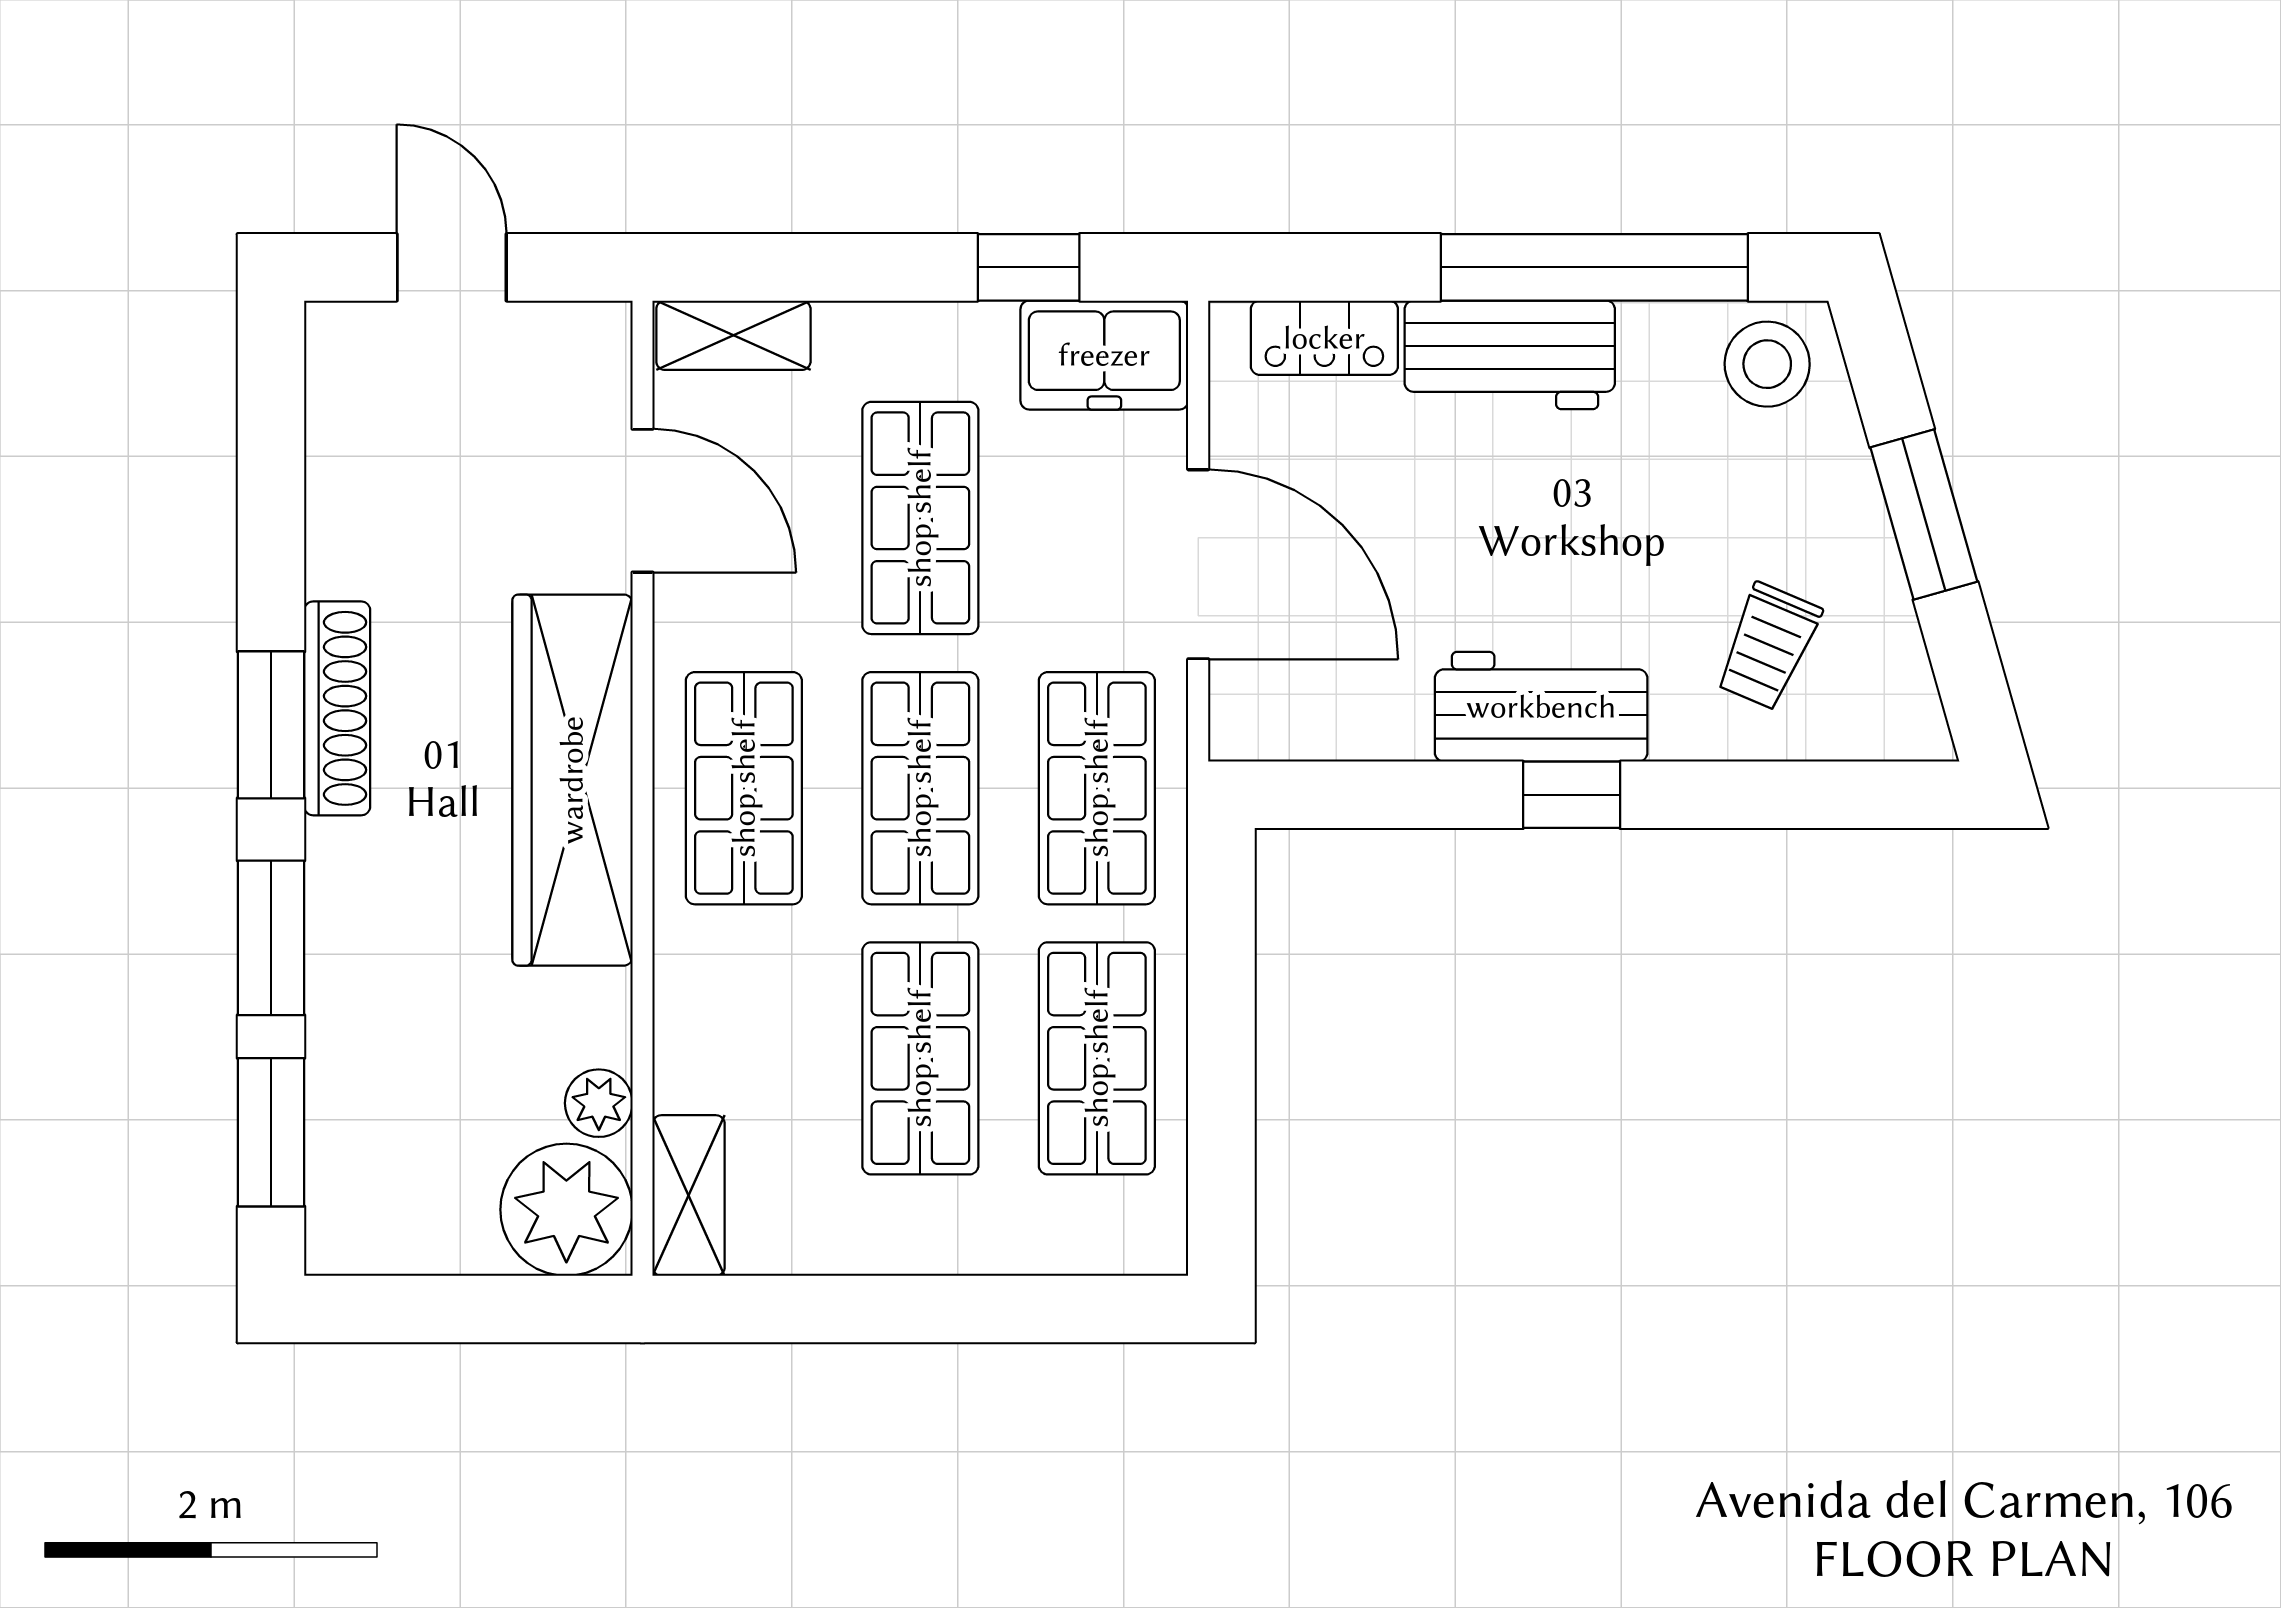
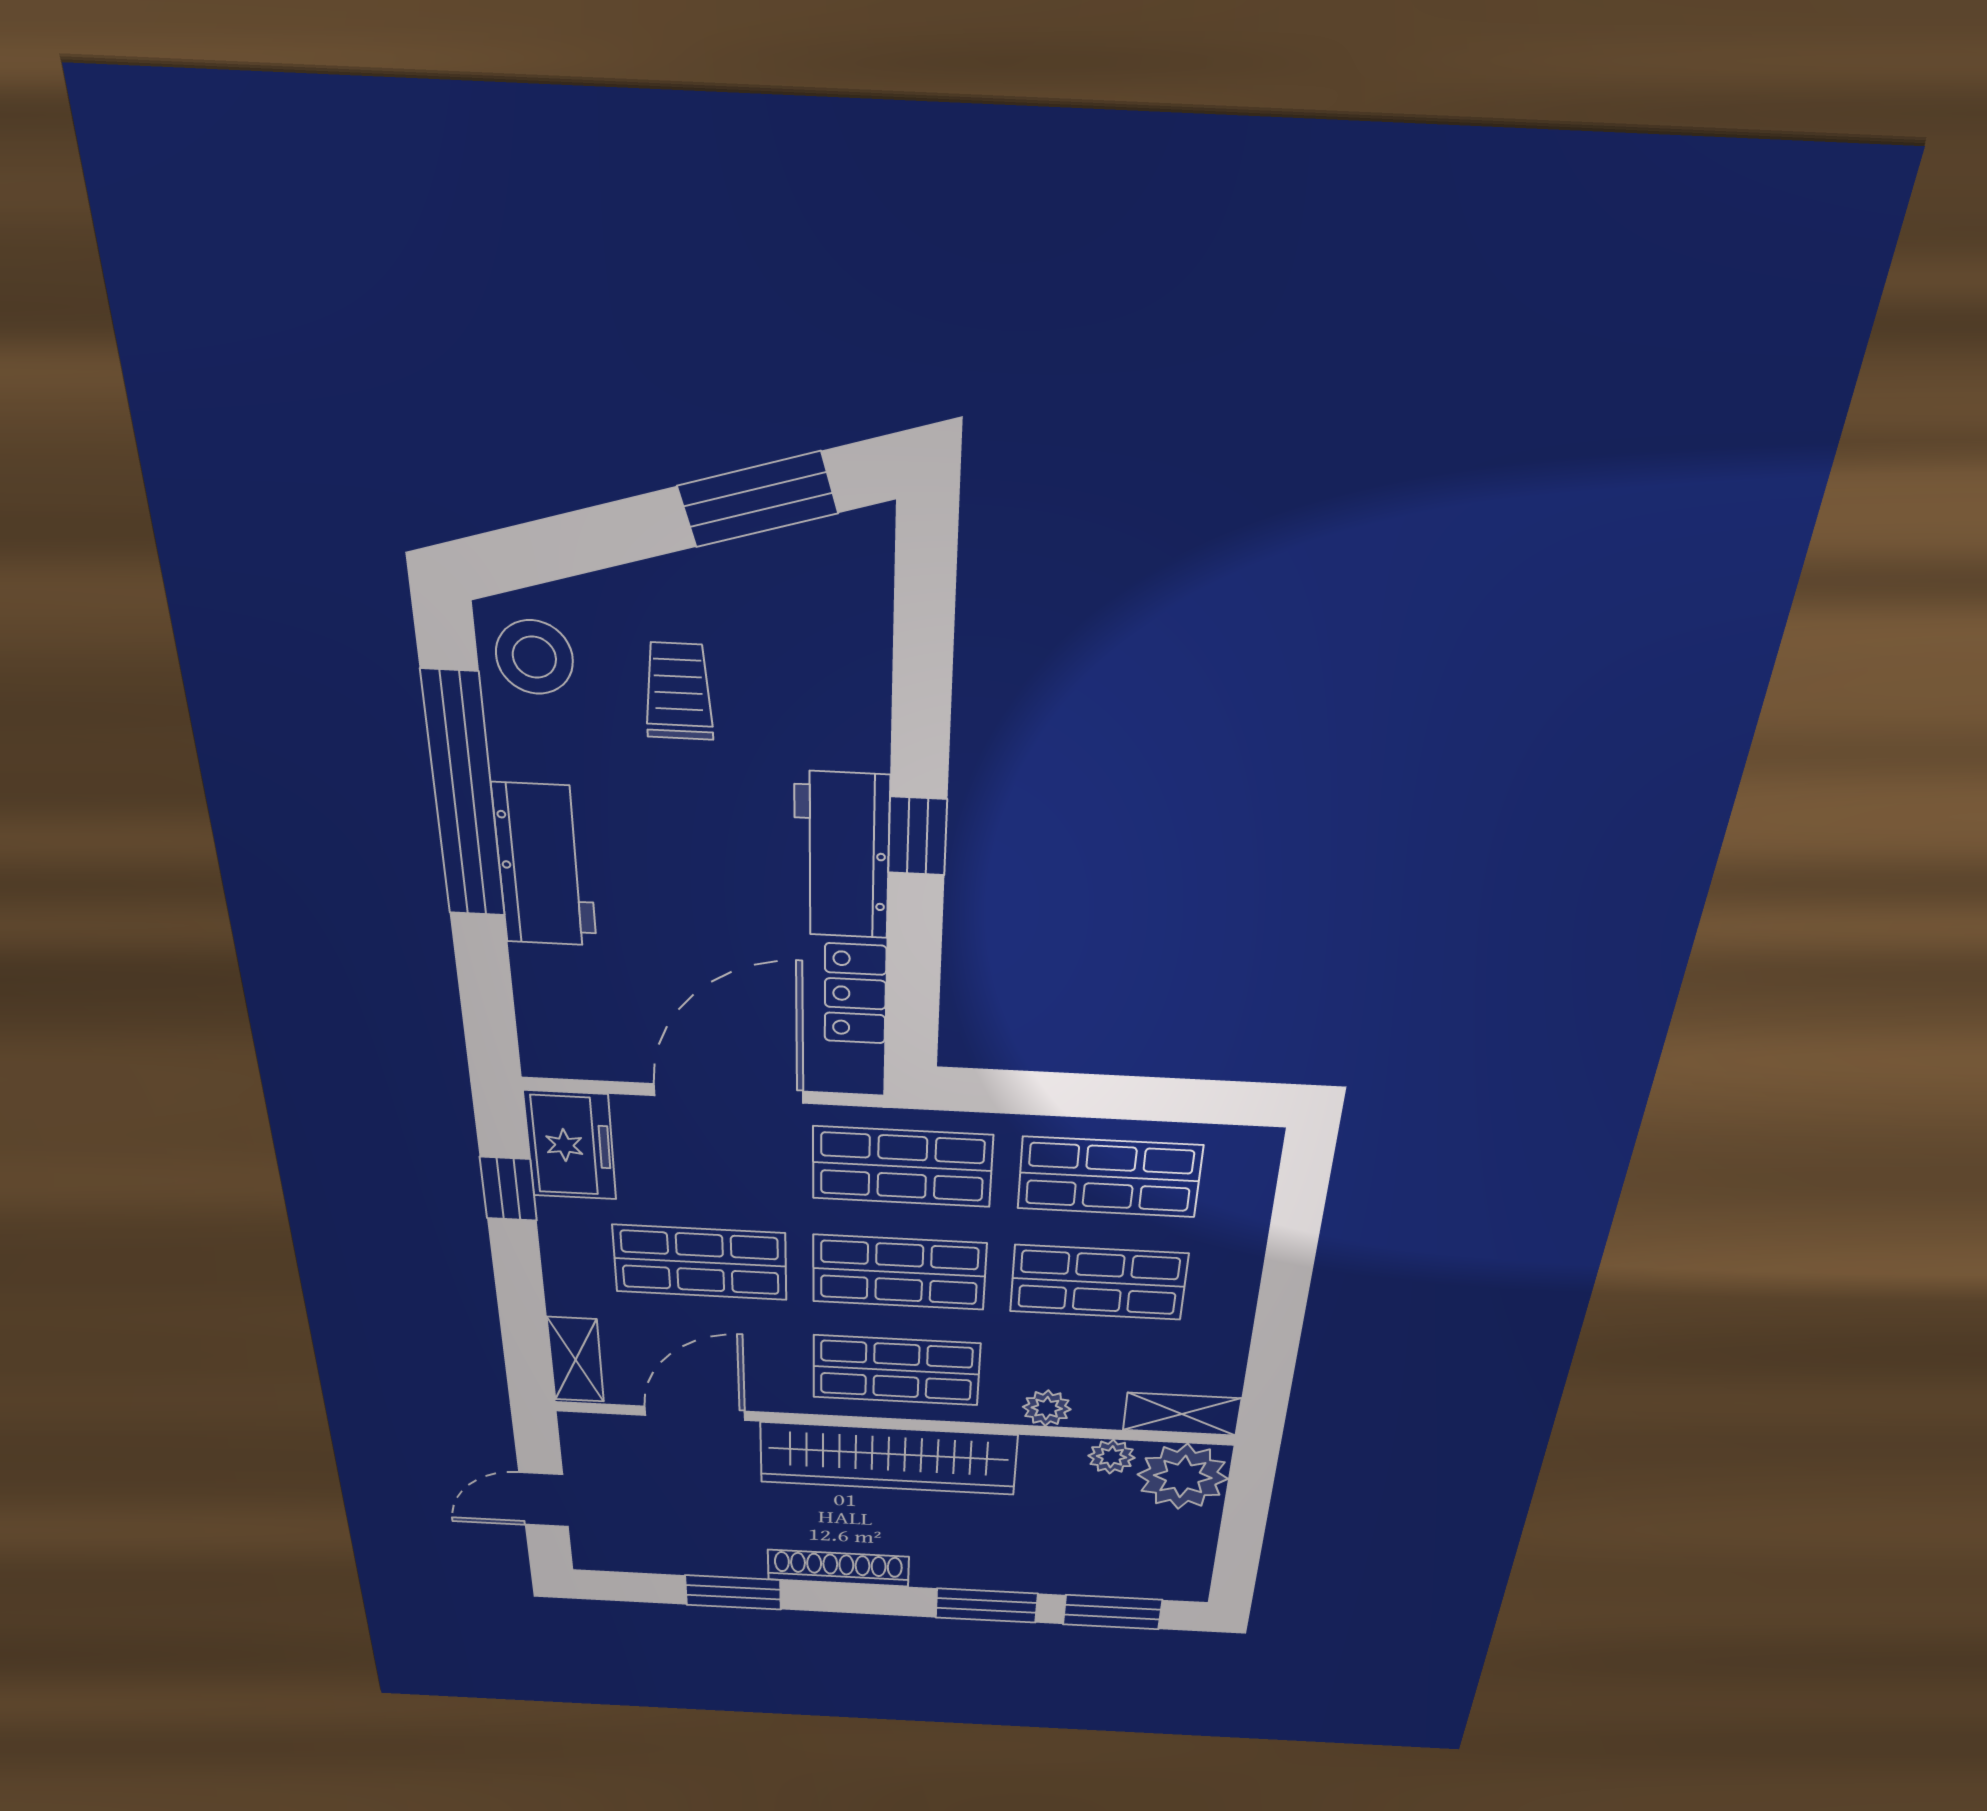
locker: (1324, 338) -> (855, 994), moved, turned 180
window: (1924, 515) -> (758, 500), moved
trolley: (1768, 646) -> (678, 691), moved, turned -113
window: (271, 725) -> (733, 1592), moved
plant: (687, 1004) -> (1047, 1408), added

